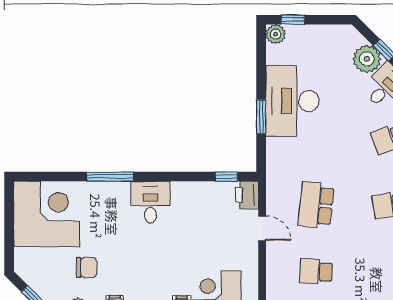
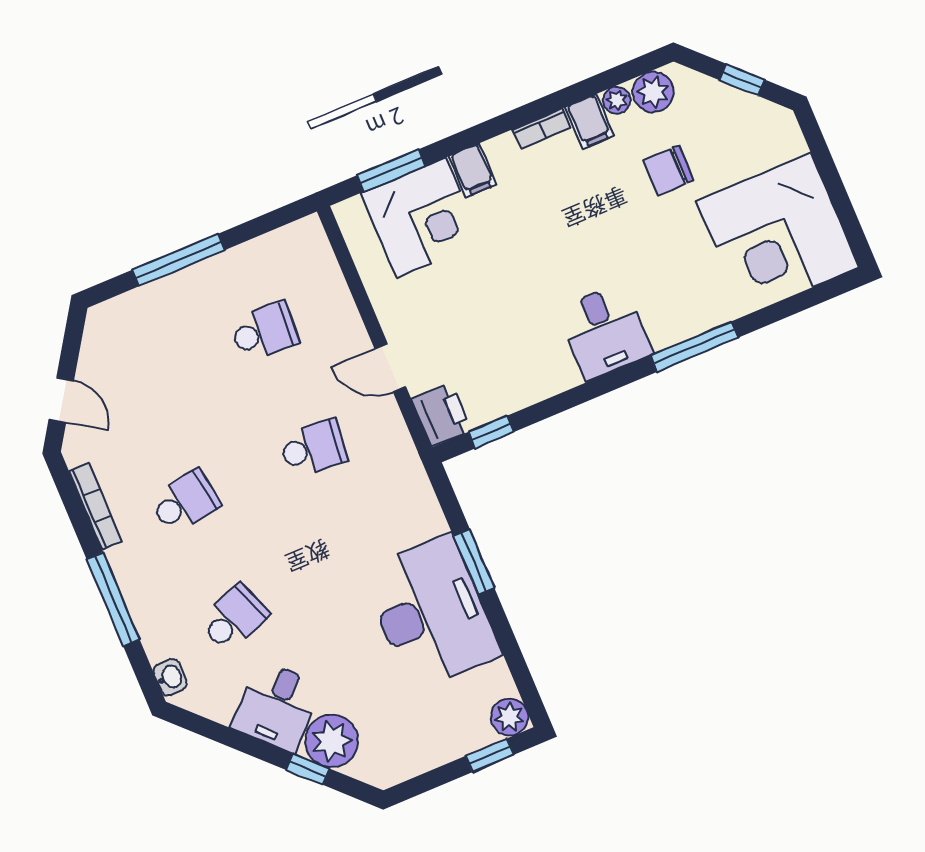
school desk: (316, 205) -> (313, 448), width x0.54

